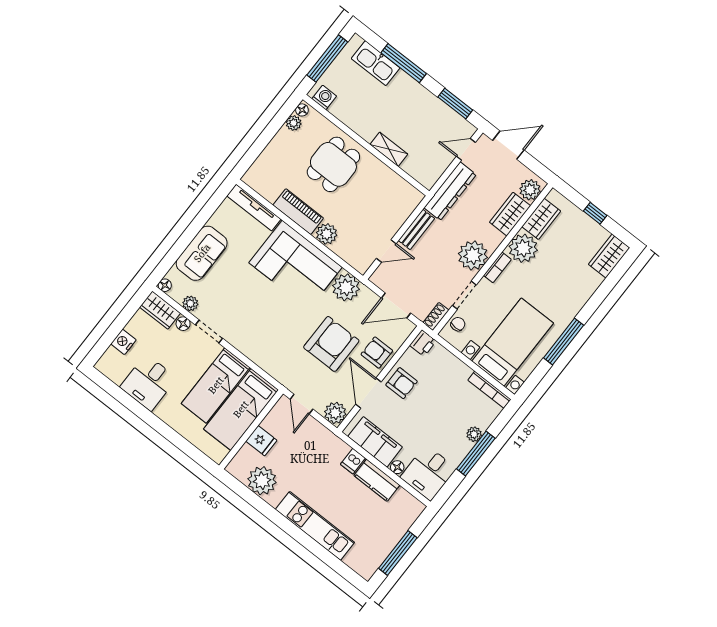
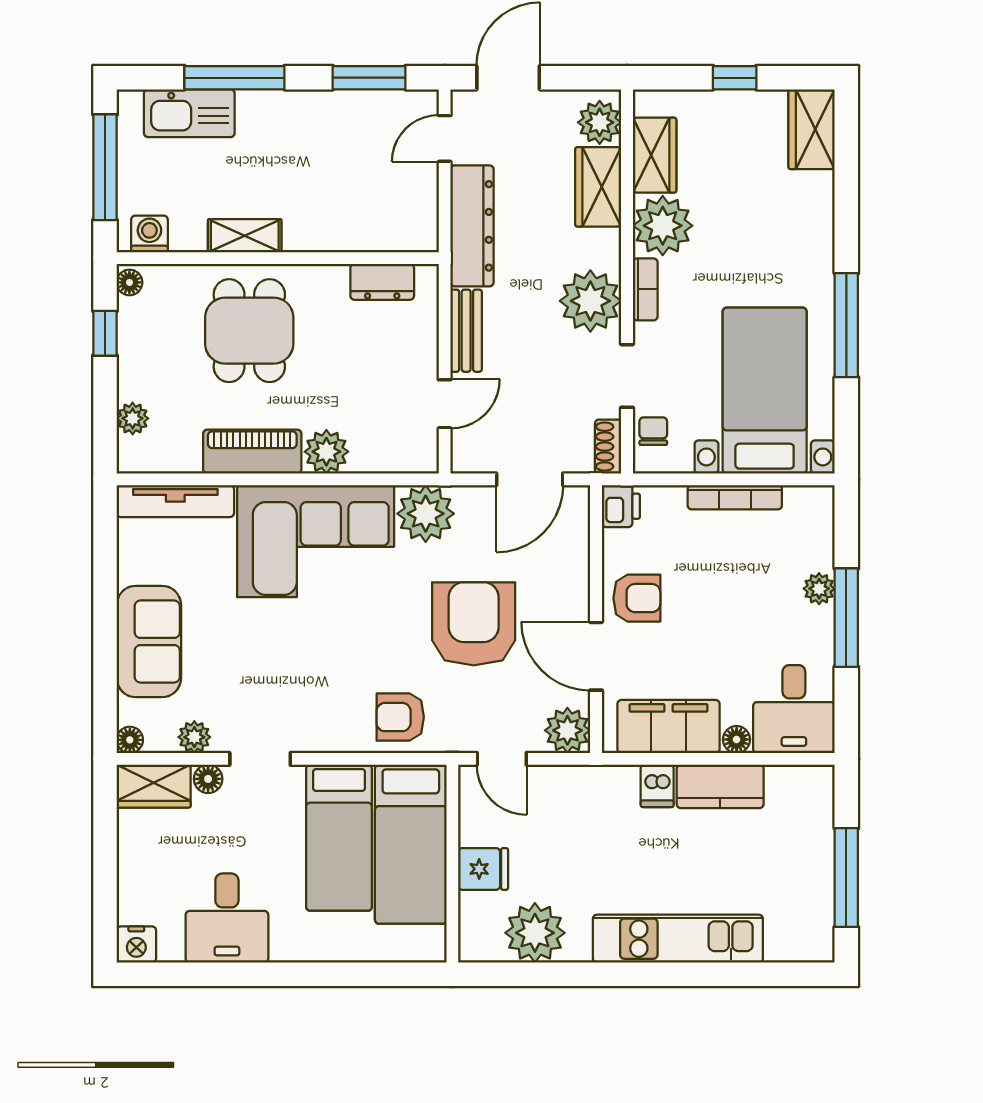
window: (277, 122) -> (105, 333), added
plant: (294, 123) -> (133, 418), moved
shelving: (389, 149) -> (245, 236), moved
dresser: (399, 186) -> (382, 282), added
nightstand: (123, 342) -> (136, 944), moved, turned -90
armchair: (377, 353) -> (400, 717), moved
bookcase: (489, 390) -> (735, 497), moved

